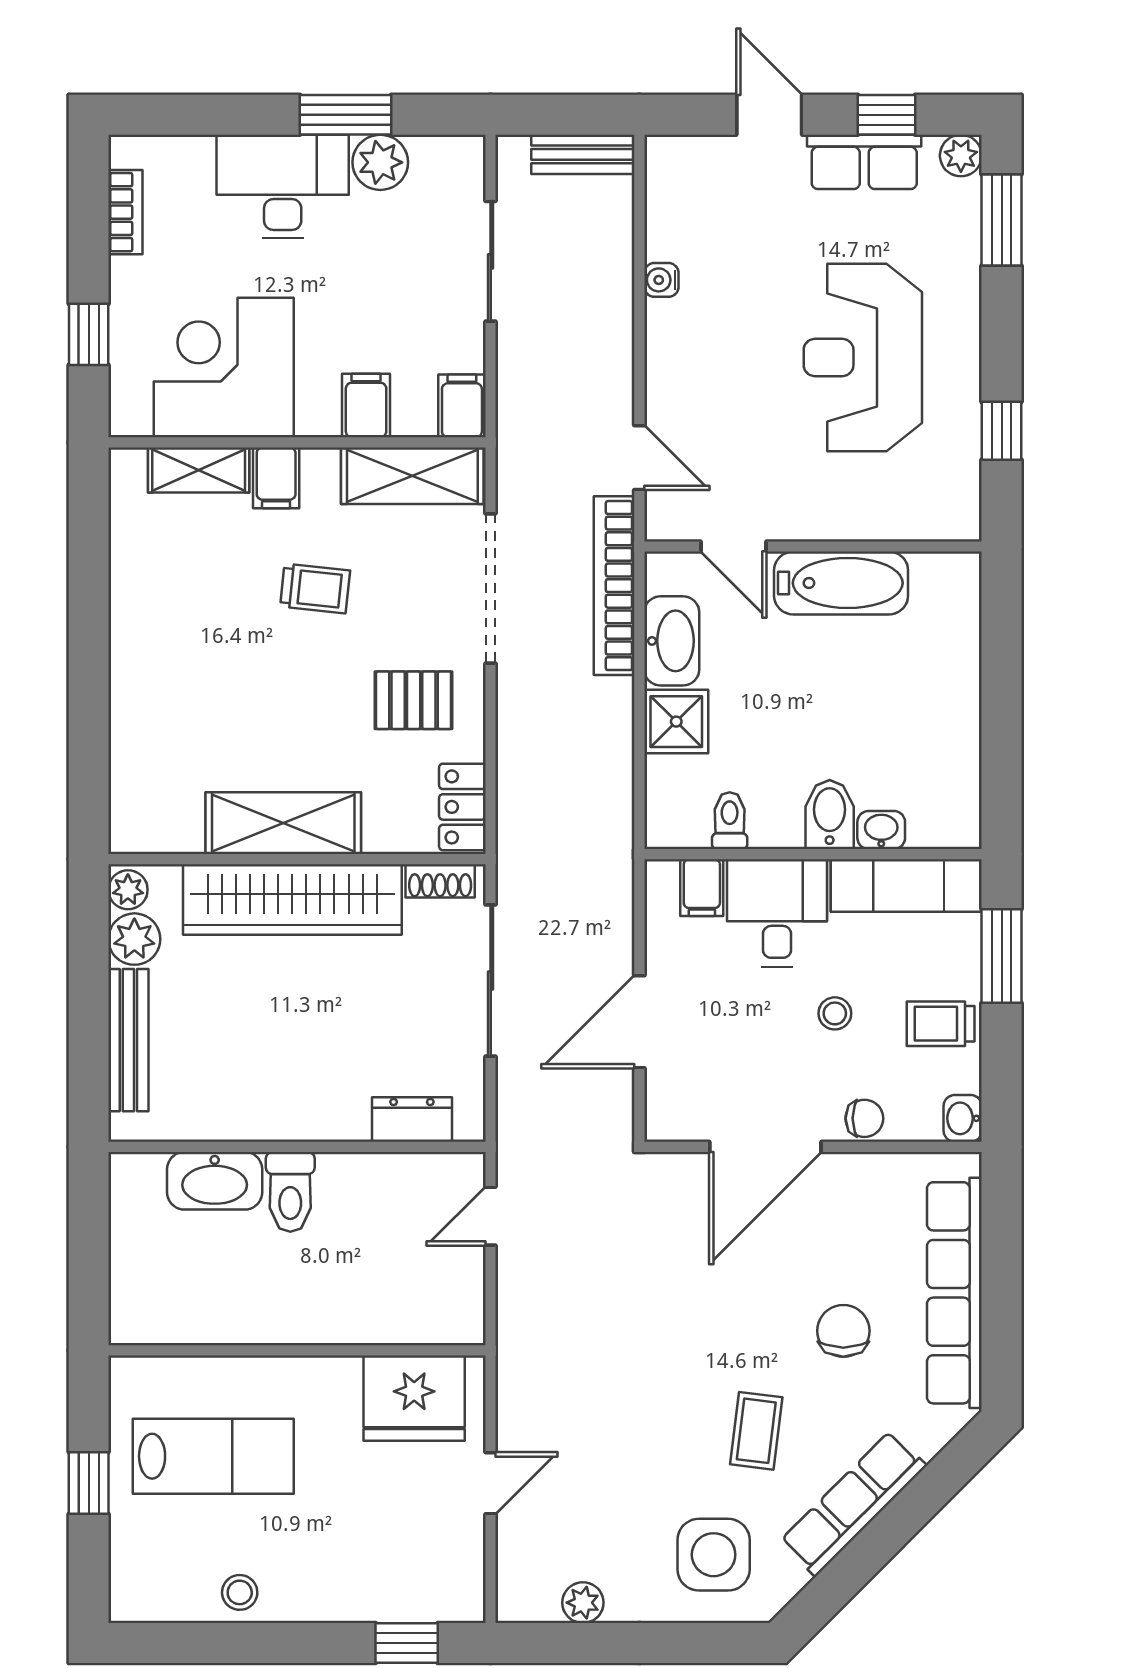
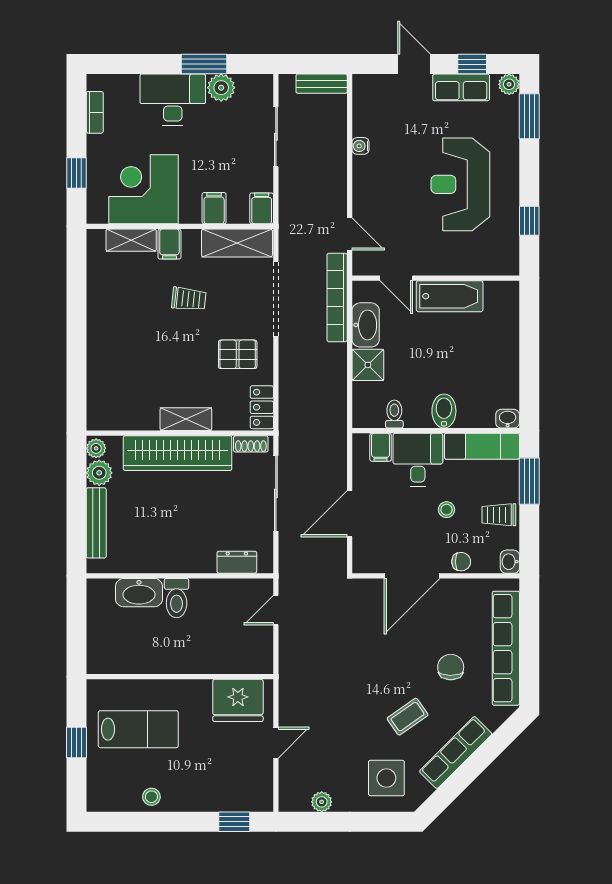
shelving: (283, 823) -> (186, 419), width x0.67, depth x0.75
washbasin: (881, 830) -> (508, 419), moved
coffee table: (756, 1431) -> (408, 717), turned 48

